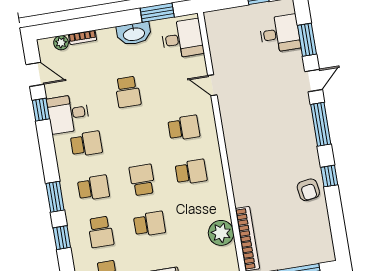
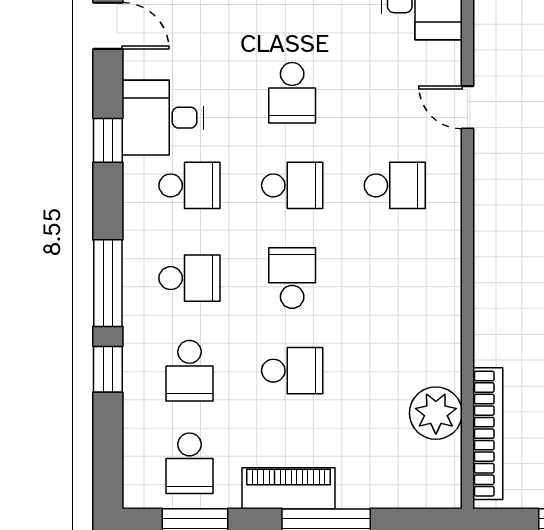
window: (41, 110) -> (108, 140), moved
school desk: (191, 172) -> (292, 185), moved
window: (55, 197) -> (108, 283), width x1.44

